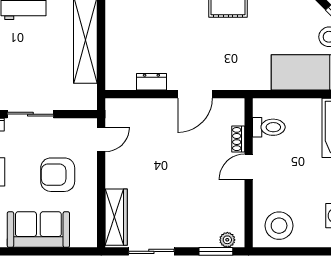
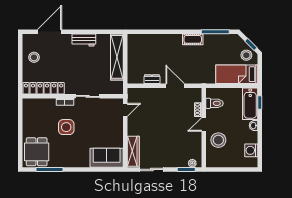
door: (195, 94) -> (175, 86), swing flipped
armchair: (58, 175) -> (102, 129), removed
stool: (279, 226) -> (218, 140), moved
sofa: (38, 230) -> (107, 158), moved

